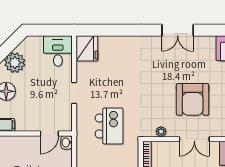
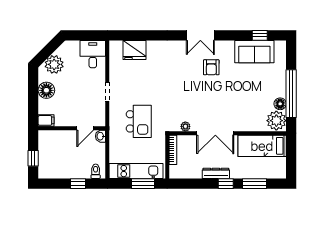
fridge: (87, 48) -> (135, 50), moved, turned 90
armchair: (193, 99) -> (211, 67), moved, width x0.53, depth x0.53
double door: (194, 139) -> (215, 133), width x1.37

